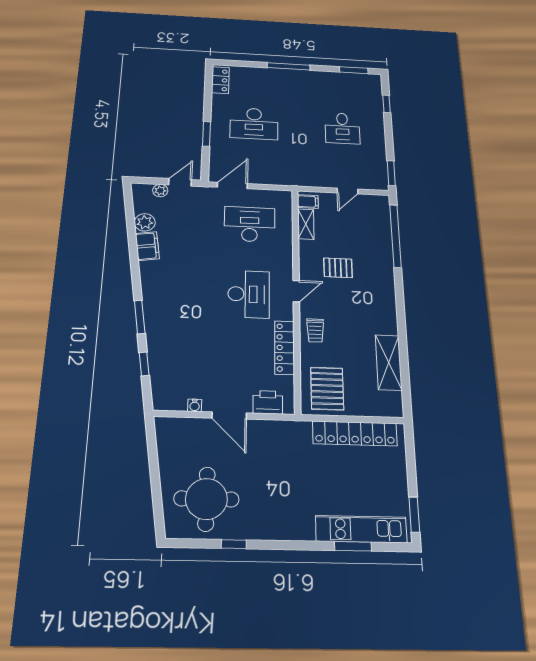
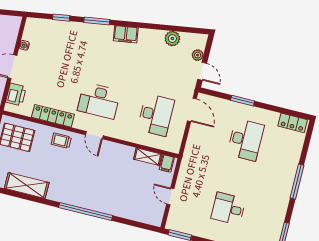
desk: (254, 124) -> (246, 140), turned 180
window: (395, 236) -> (86, 212), moved
filing cabinet: (147, 246) -> (126, 34), moved
pallet: (338, 268) -> (107, 171), removed

